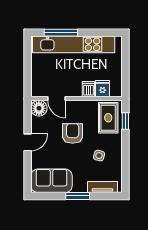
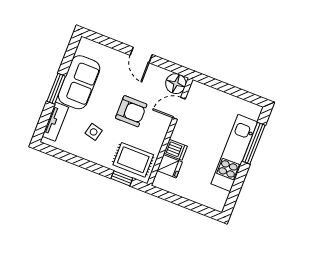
kitchen unit: (74, 44) -> (234, 153), width x0.73
sofa: (51, 181) -> (79, 82), moved

